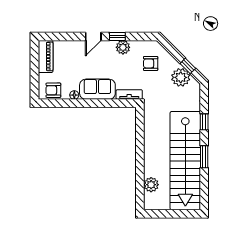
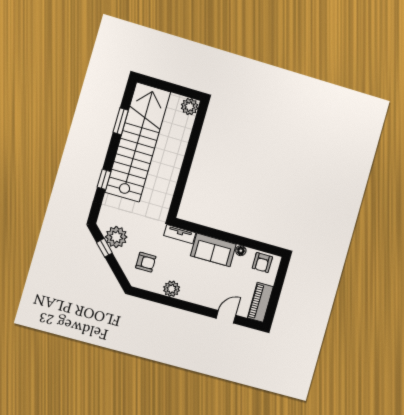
door: (93, 36) -> (226, 317), moved
window: (117, 36) -> (174, 303), removed
armchair: (53, 90) -> (262, 262), turned 90
window: (204, 157) -> (121, 121), moved
plant: (151, 185) -> (190, 107), moved

